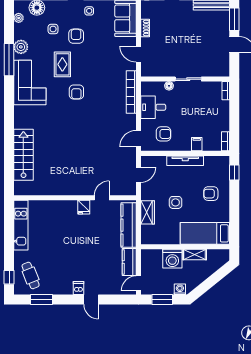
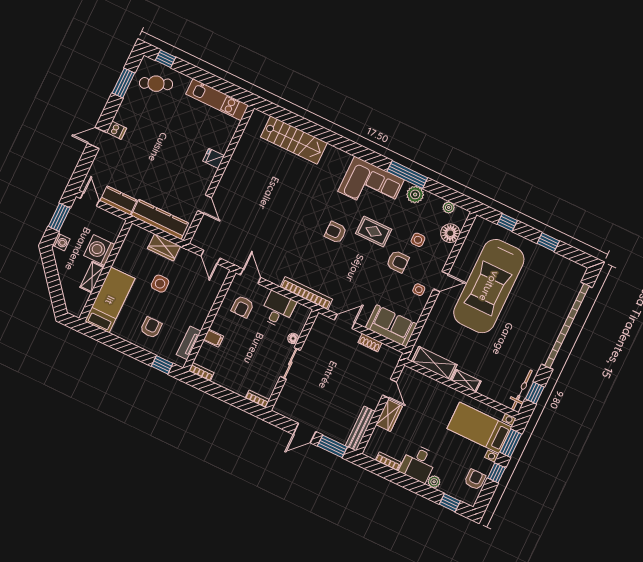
tv unit: (185, 161) -> (189, 343), moved, width x0.71
fridge: (84, 207) -> (214, 158), moved

